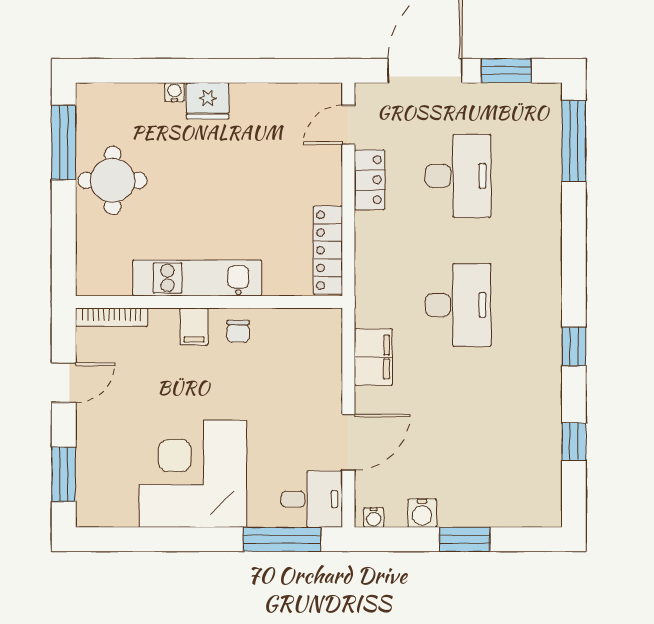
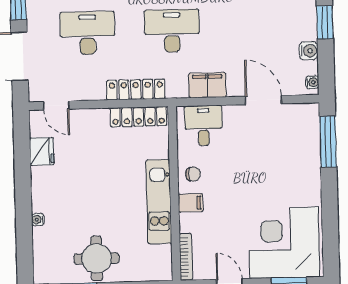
fridge: (208, 101) -> (42, 151), moved
locker: (370, 180) -> (136, 90), moved, width x1.53
corner desk: (193, 474) -> (284, 243), moved, turned 90
desk: (312, 499) -> (203, 125), moved

